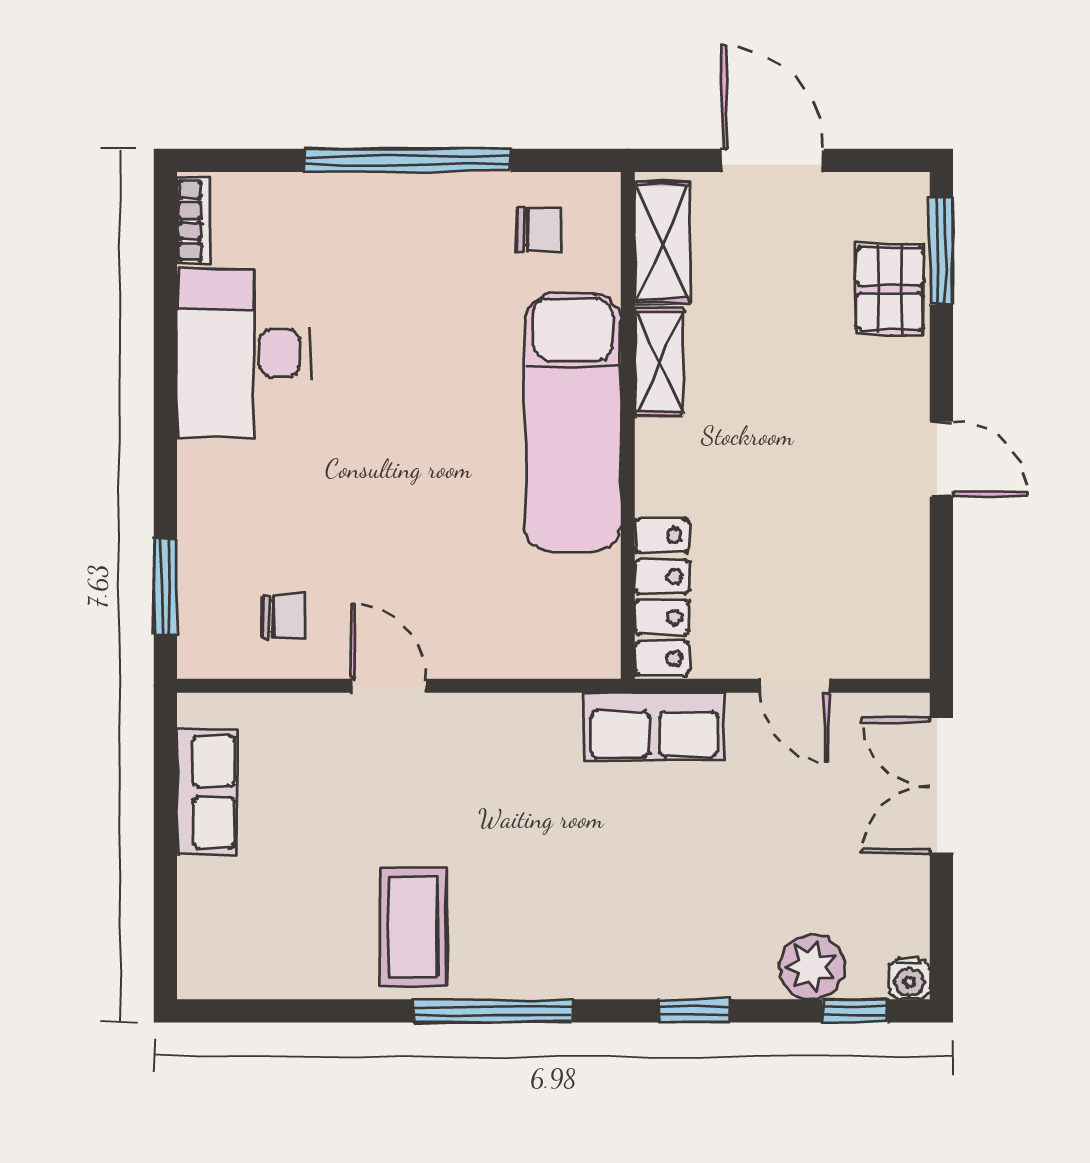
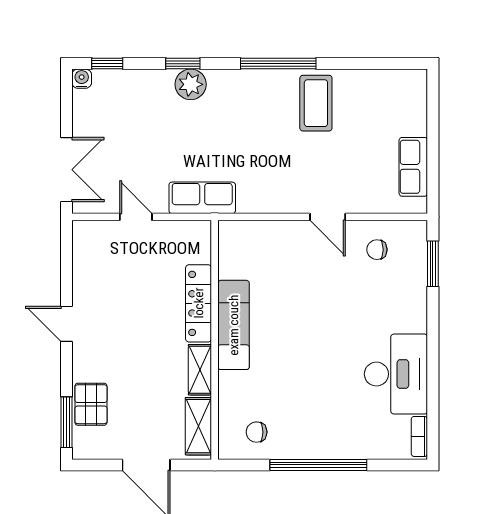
exam couch: (573, 423) -> (234, 325), width x0.73, depth x0.69
locker: (662, 597) -> (199, 303), moved
plant: (811, 967) -> (191, 84), moved

